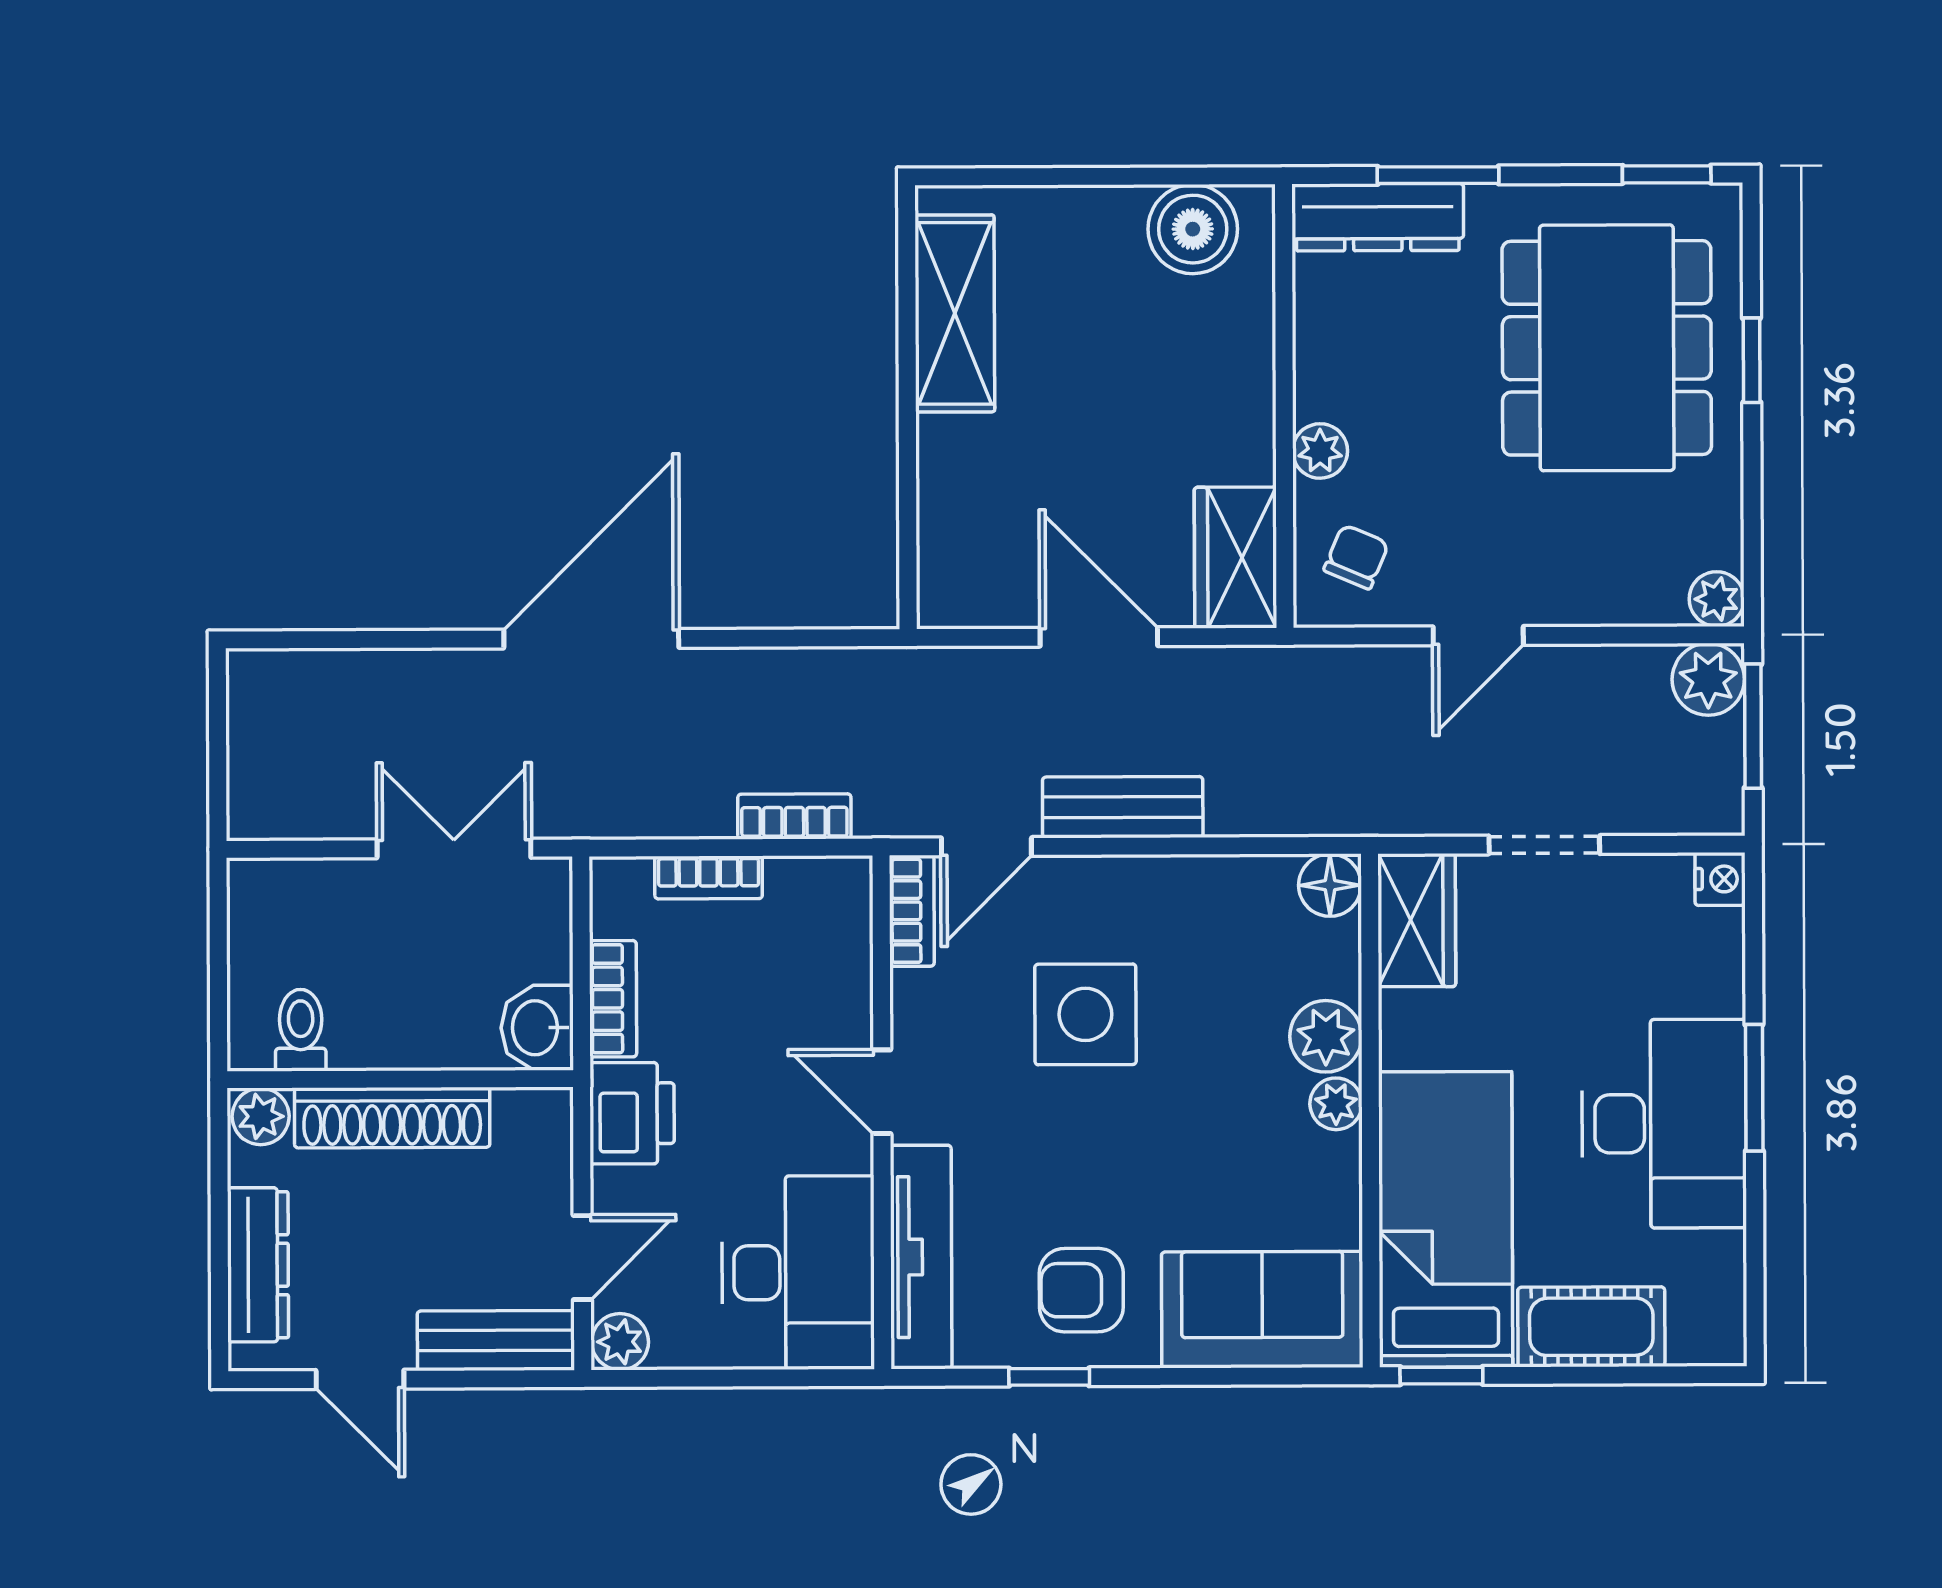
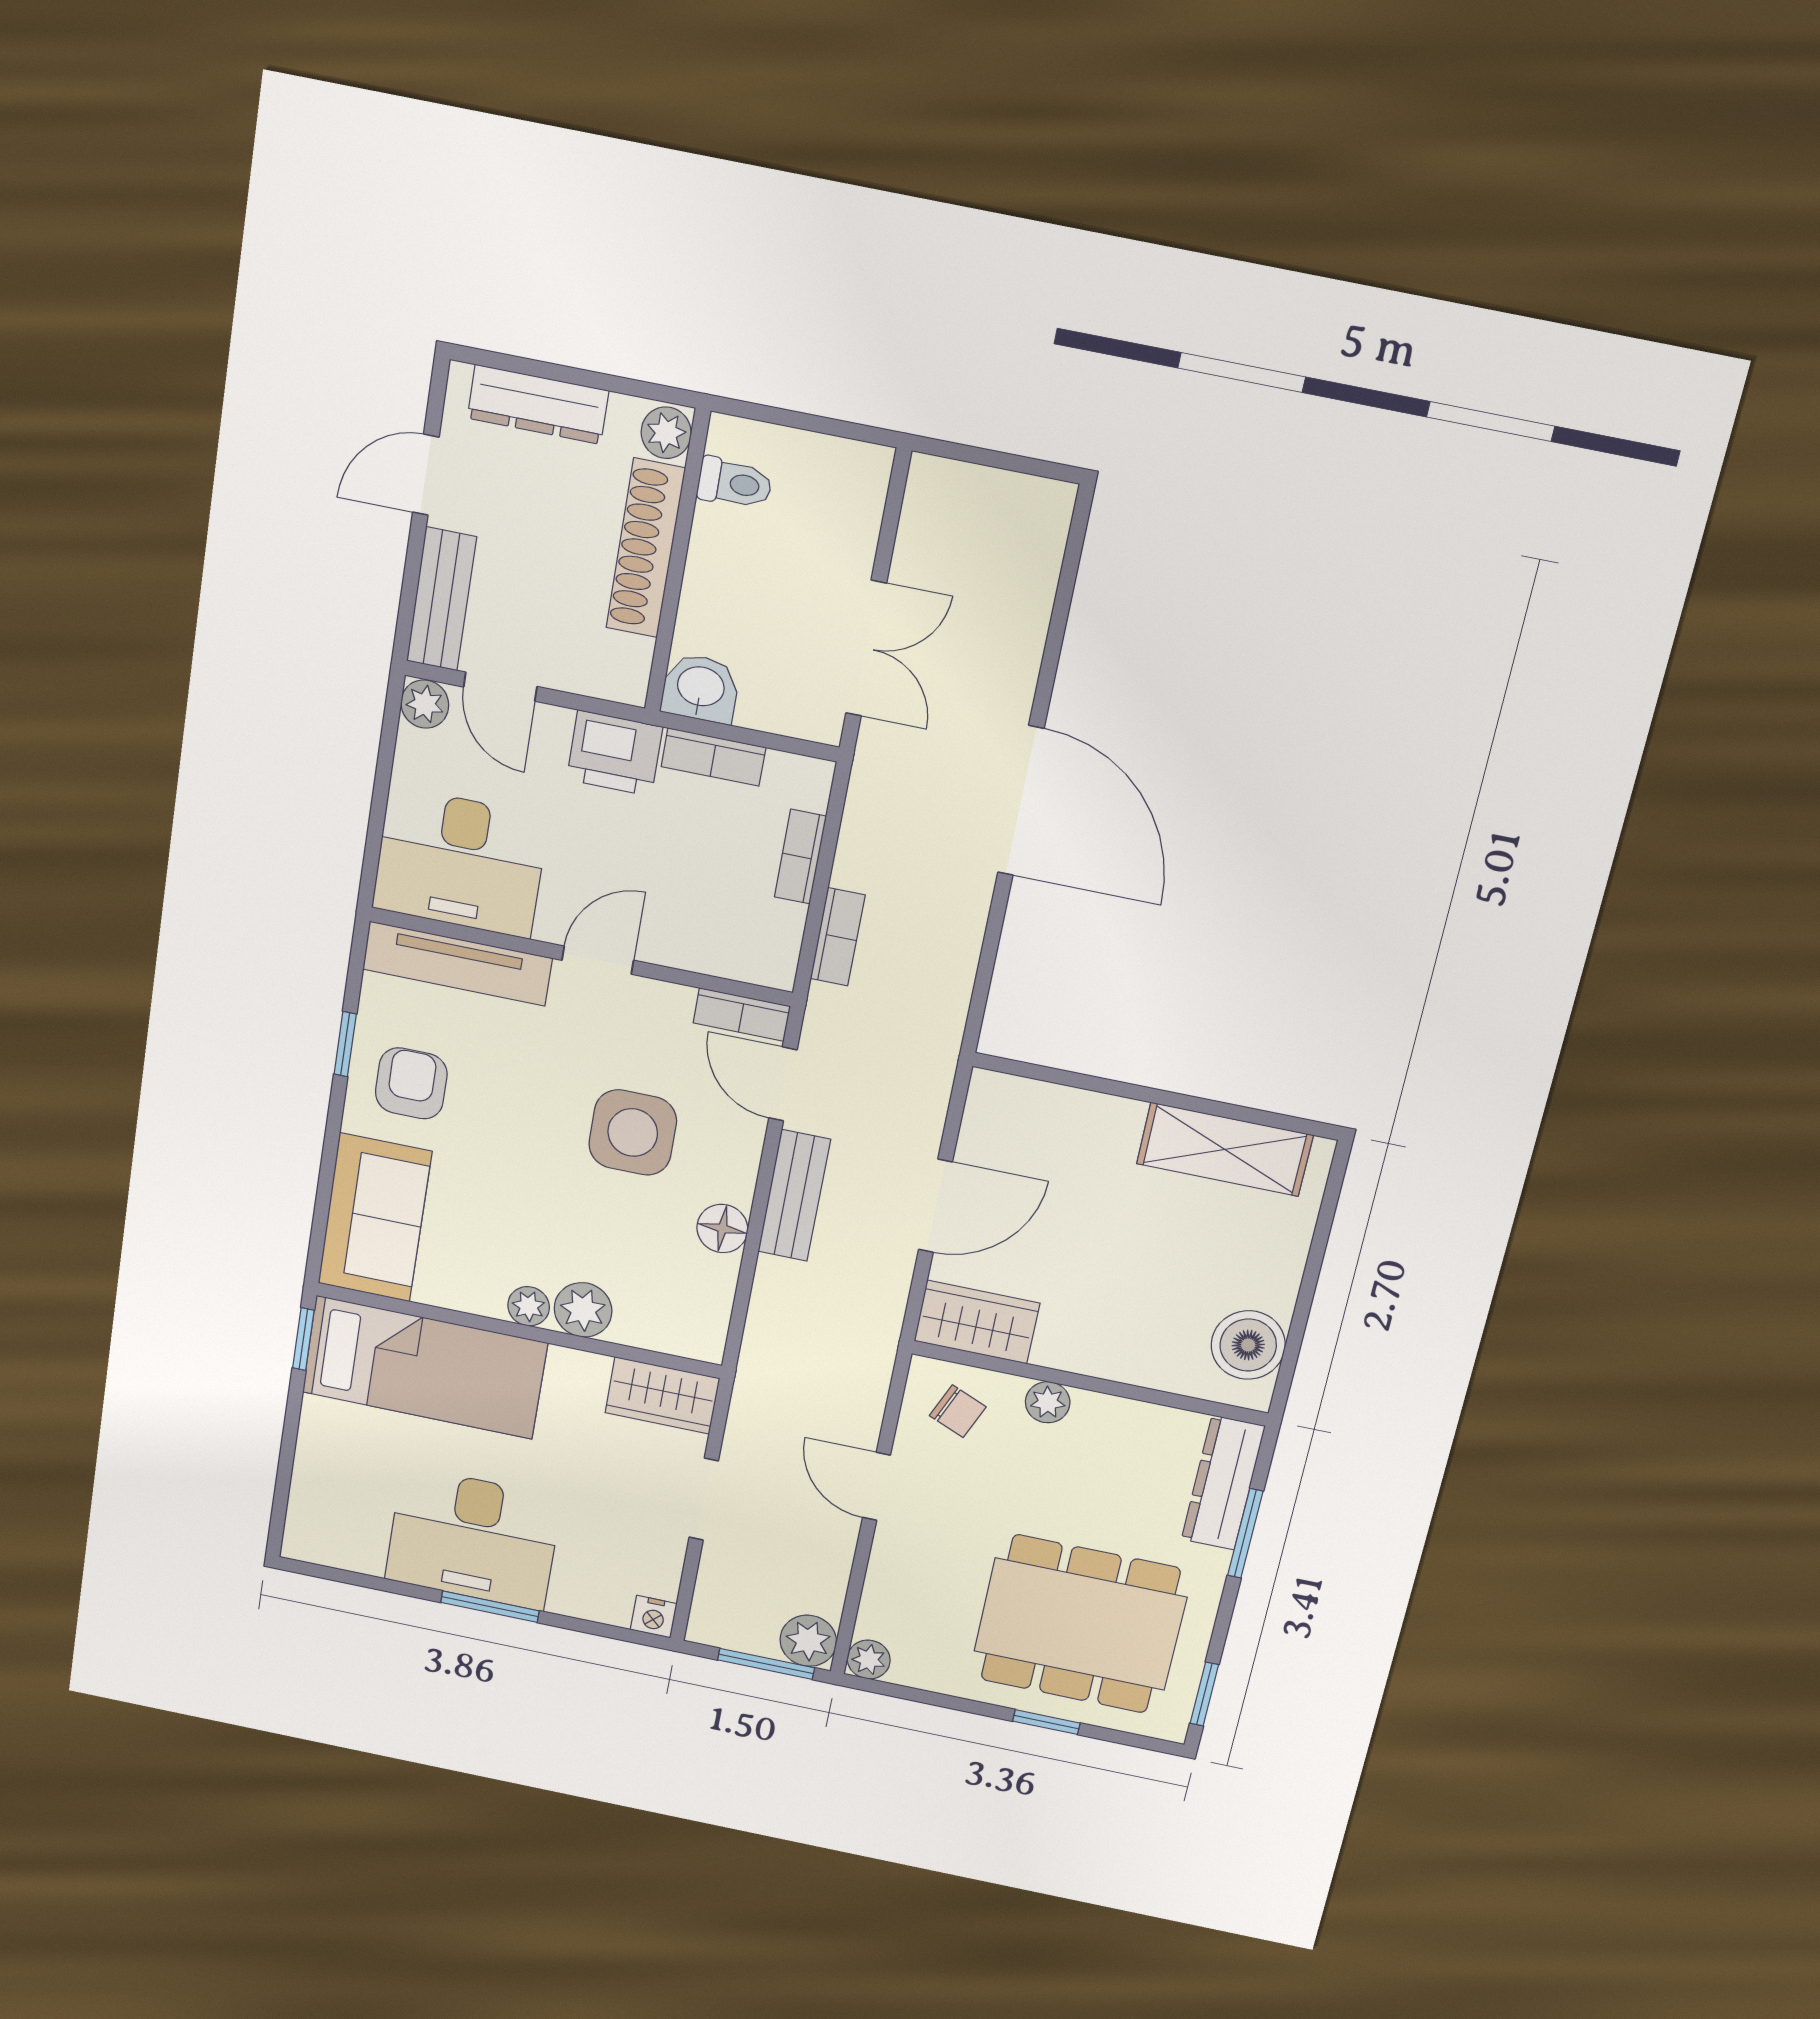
floor lamp: (1330, 885) -> (722, 1228), moved
cot: (1591, 1327) -> (325, 1455), removed

